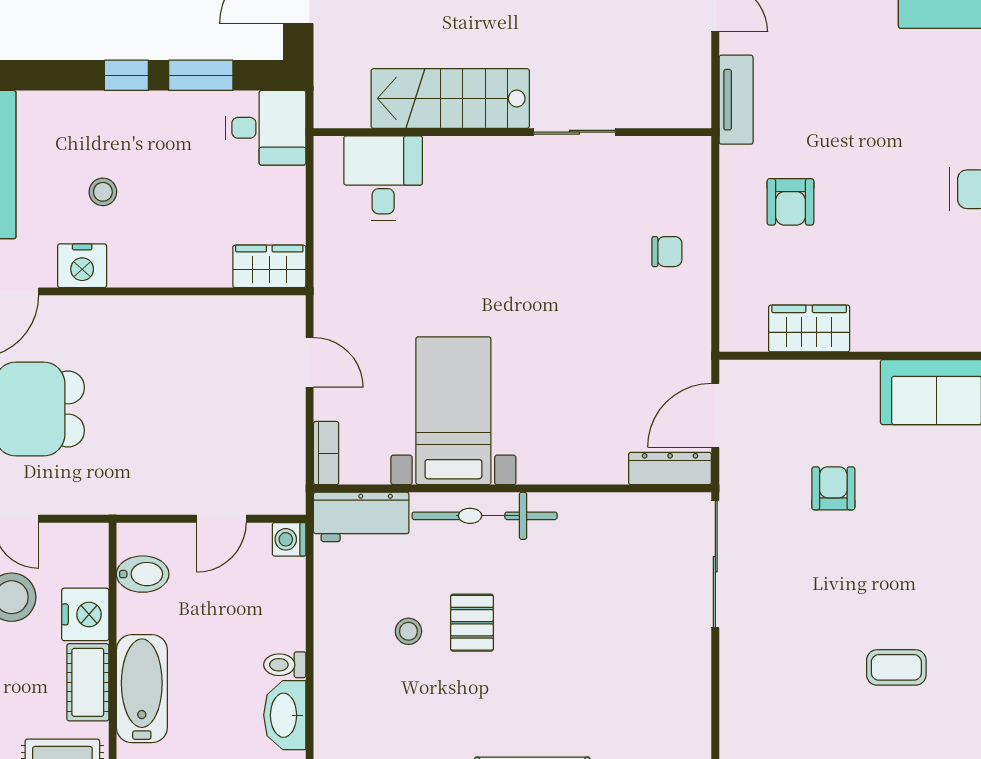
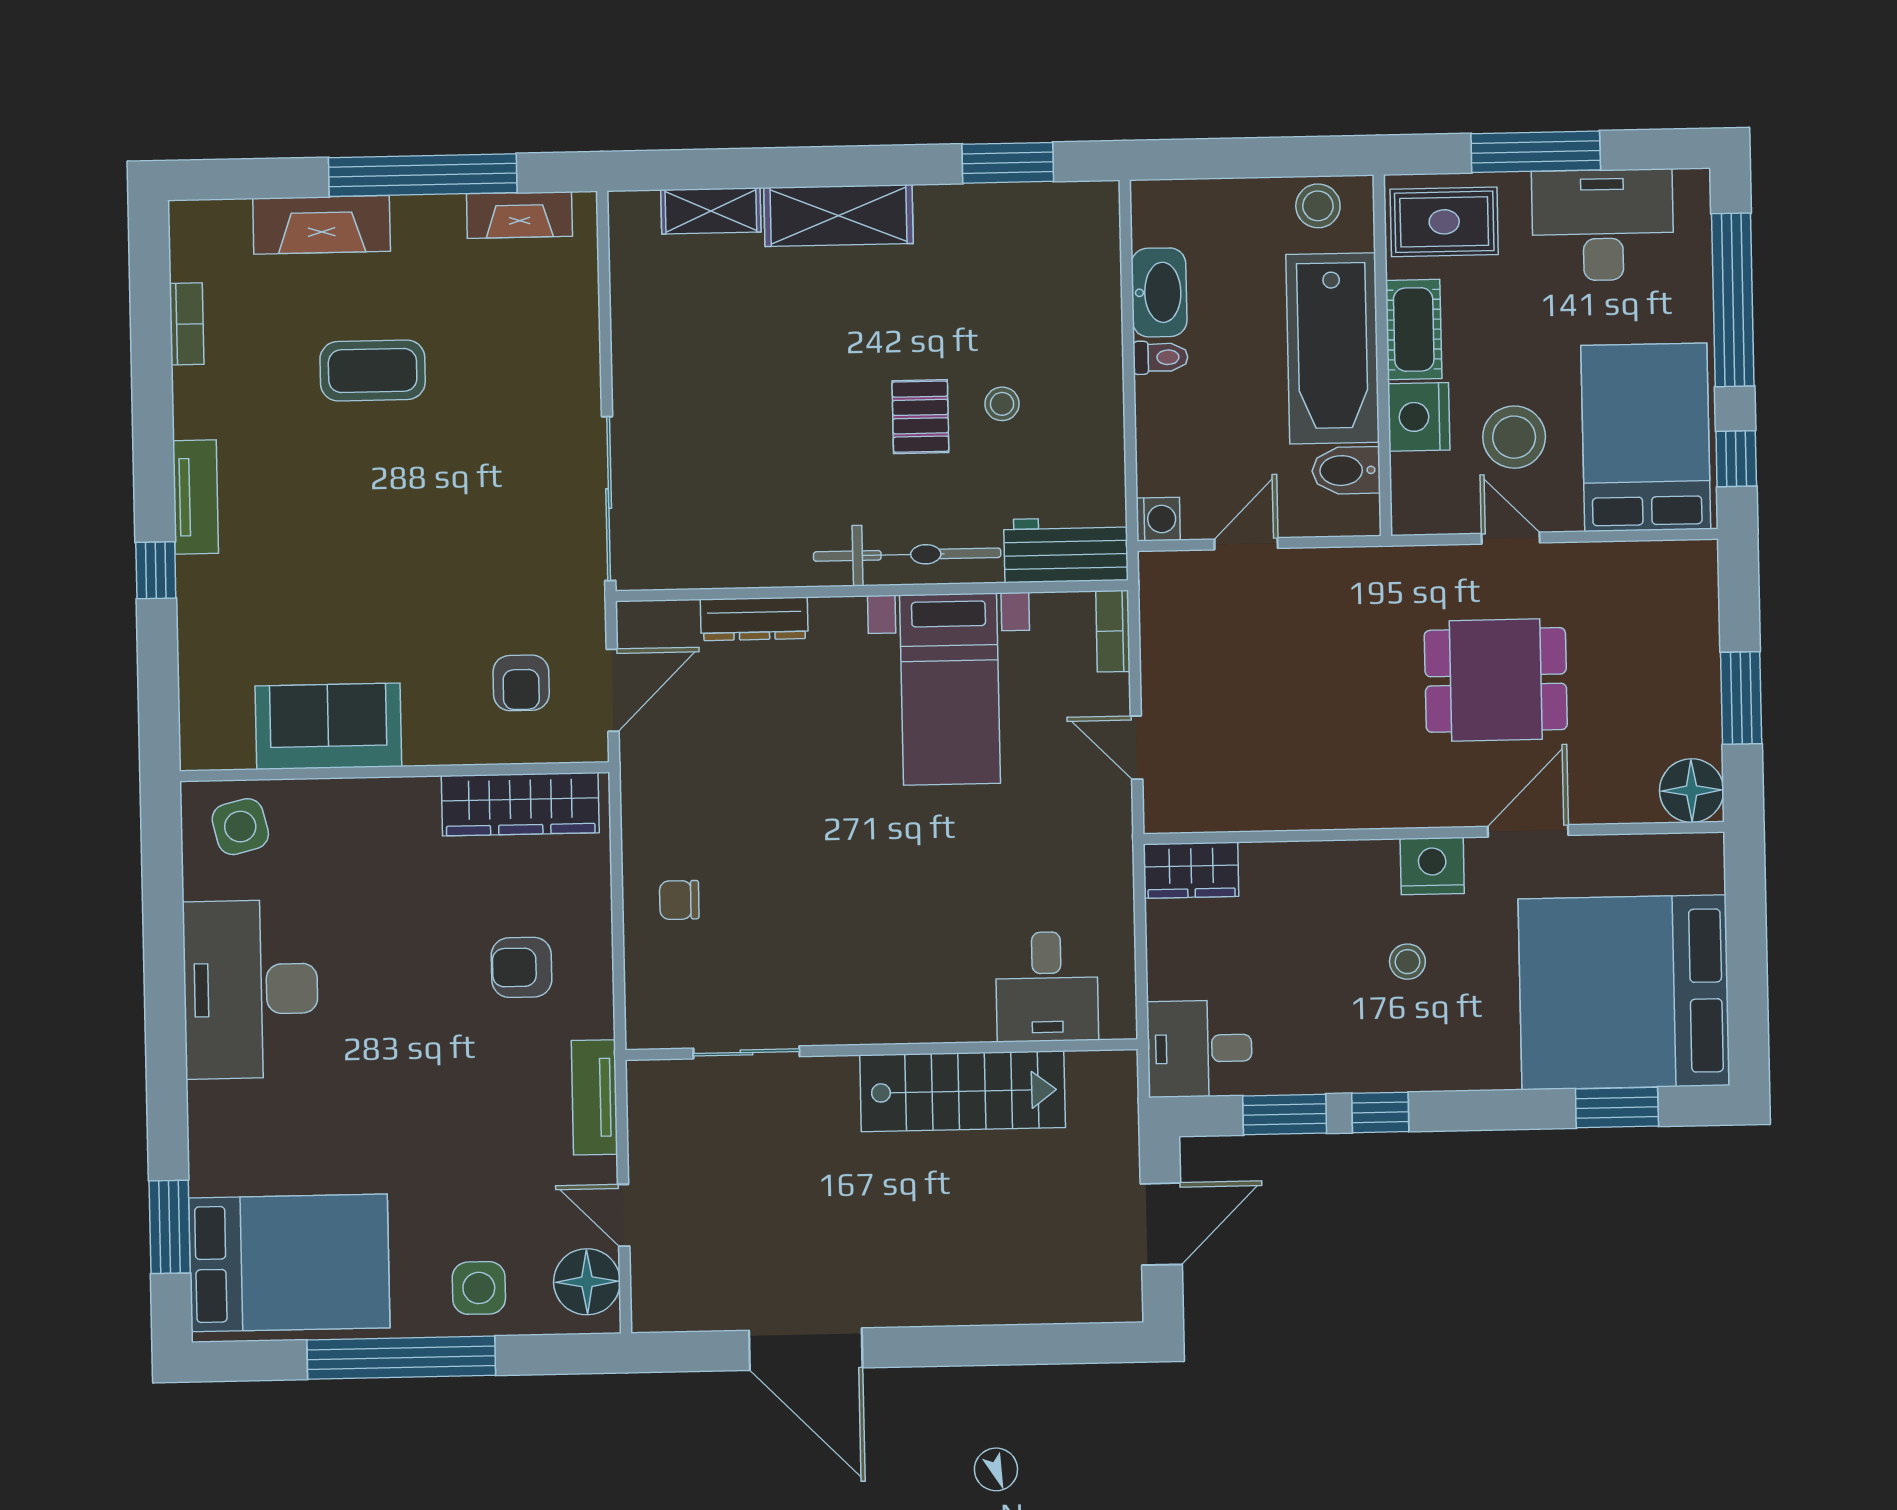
sliding door: (574, 132) -> (746, 1052), moved
armchair: (790, 202) -> (522, 967), turned -90
wardrobe: (809, 328) -> (520, 804), width x1.50
dresser: (670, 468) -> (754, 619), moved
armchair: (833, 488) -> (521, 683), moved
coffee table: (896, 667) -> (373, 370), width x1.36, depth x1.30
bathtub: (142, 689) -> (1333, 348), width x1.36, depth x1.36

